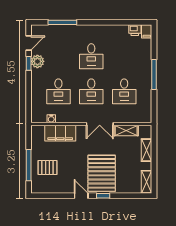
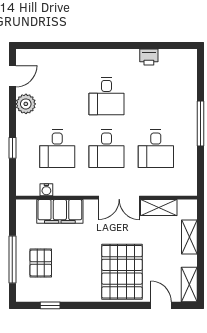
window: (62, 22) -> (63, 45), removed
printer: (135, 30) -> (149, 57), moved
filing cabinet: (147, 31) -> (190, 59), removed
window: (29, 63) -> (12, 148), moved
pallet: (47, 168) -> (41, 263), turned 90
door: (81, 196) -> (161, 305), moved
window: (103, 196) -> (50, 305), moved

